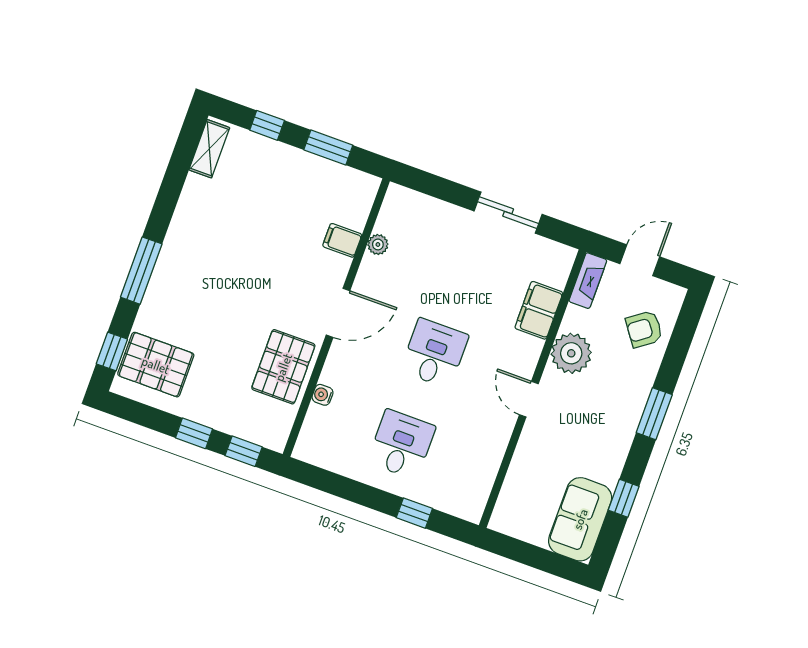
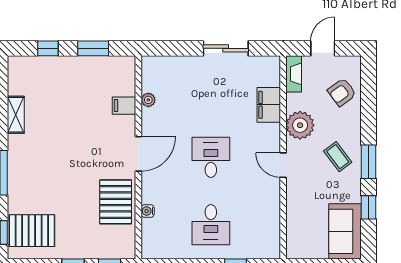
shelving: (209, 149) -> (16, 115), moved
coffee table: (607, 414) -> (338, 157), added
window: (654, 414) -> (368, 162), moved
desk: (401, 444) -> (211, 225), turned 180

